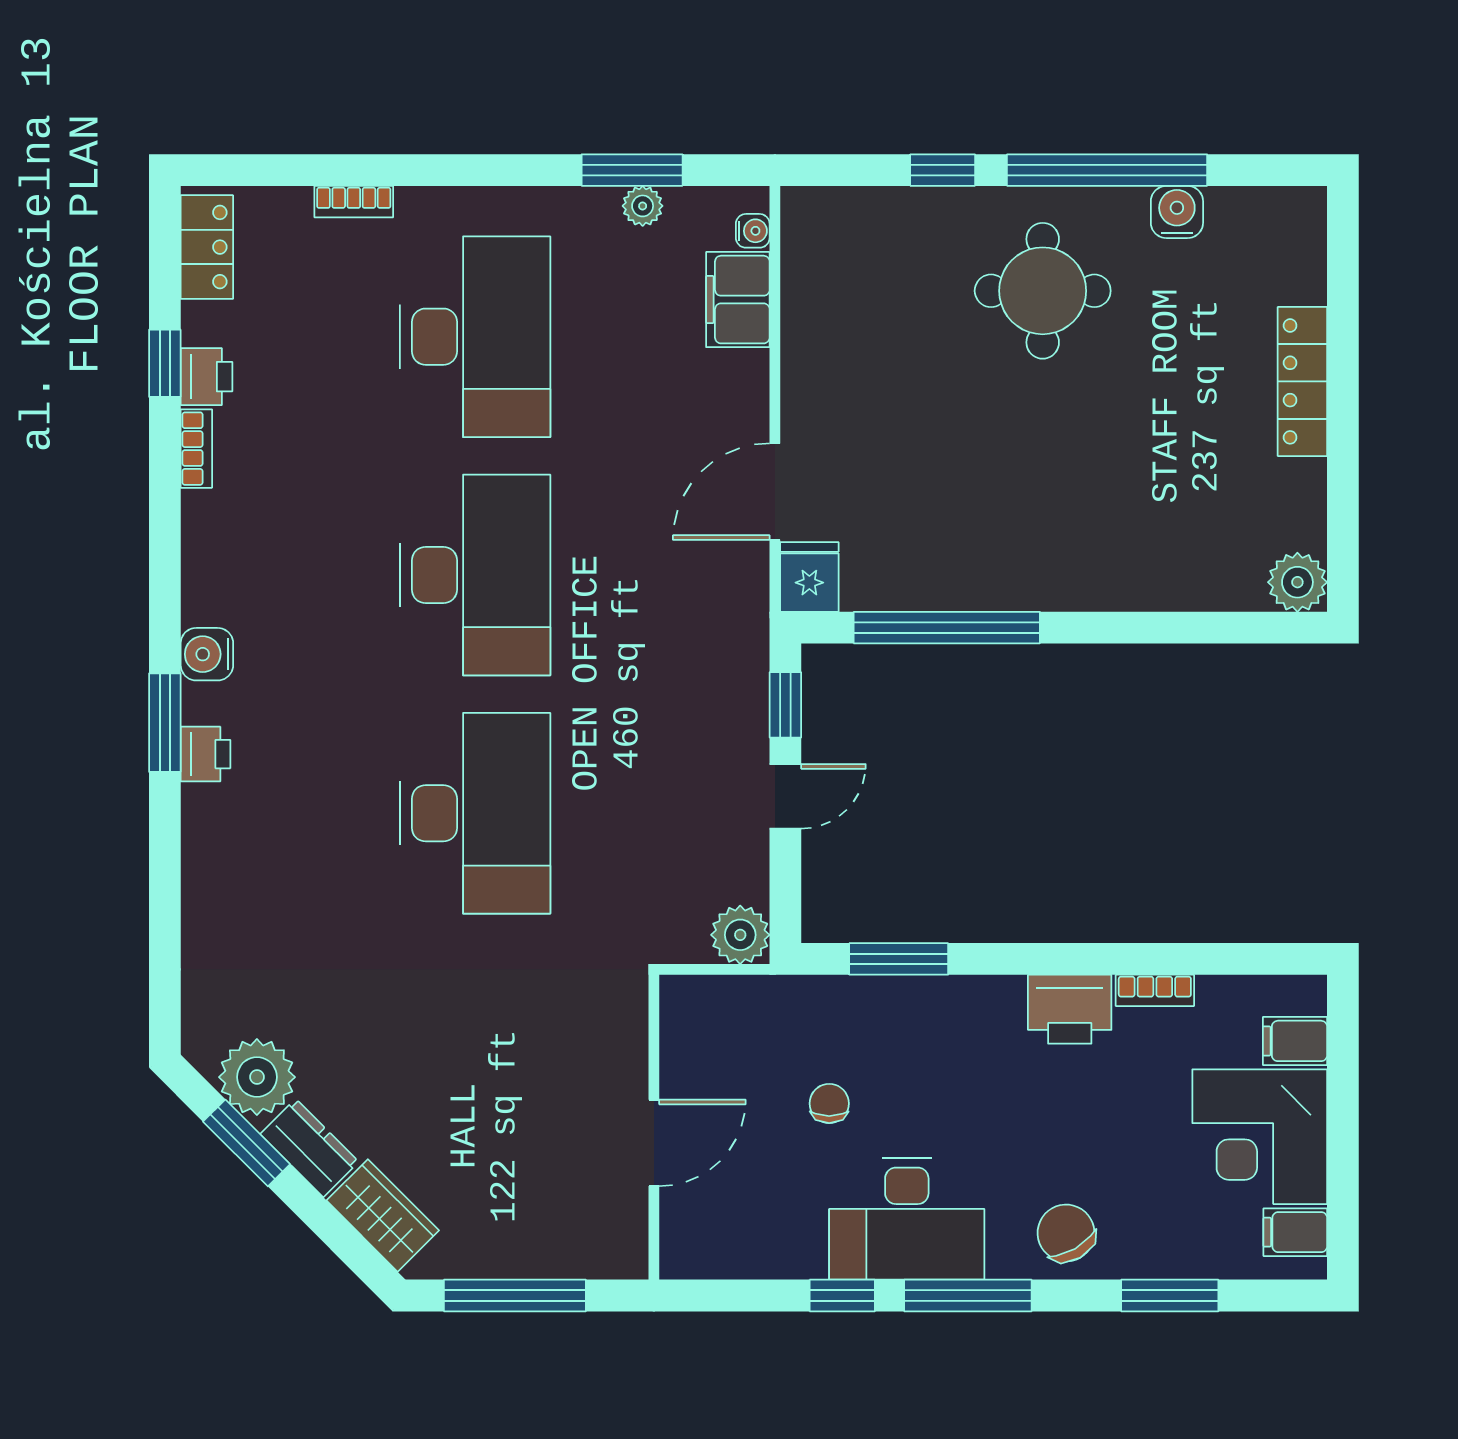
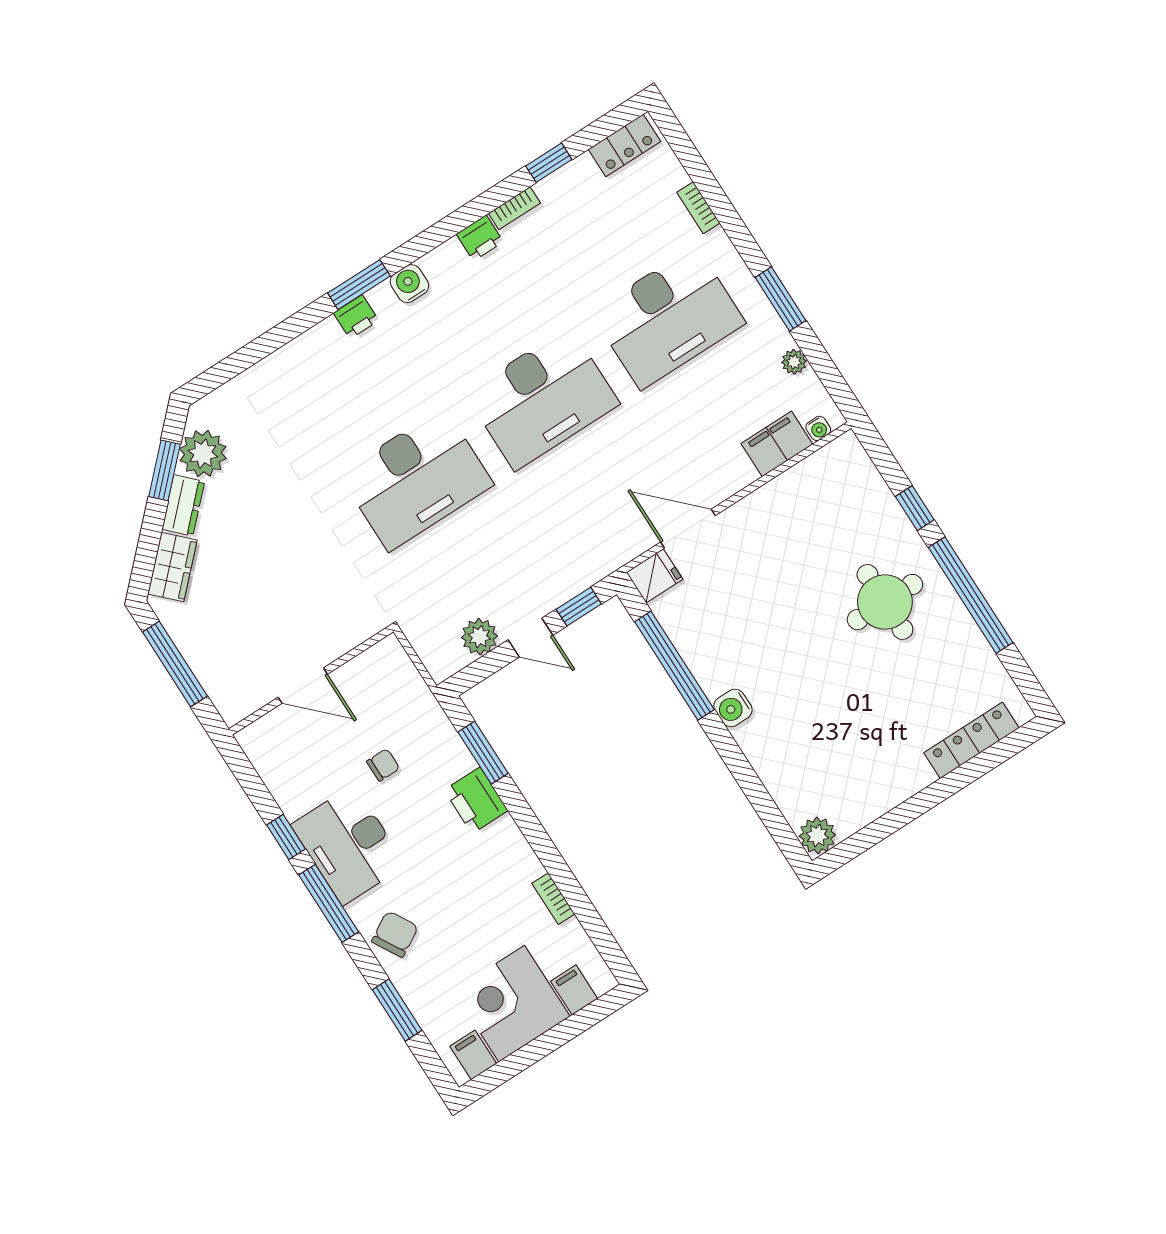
window: (632, 170) -> (780, 299), moved
water cooler: (1177, 212) -> (733, 708), moved, turned 180
printer: (206, 377) -> (480, 238), moved
locker: (1302, 381) -> (971, 740), moved
plant: (740, 935) -> (479, 637), moved
printer: (1070, 1009) -> (476, 800), moved

